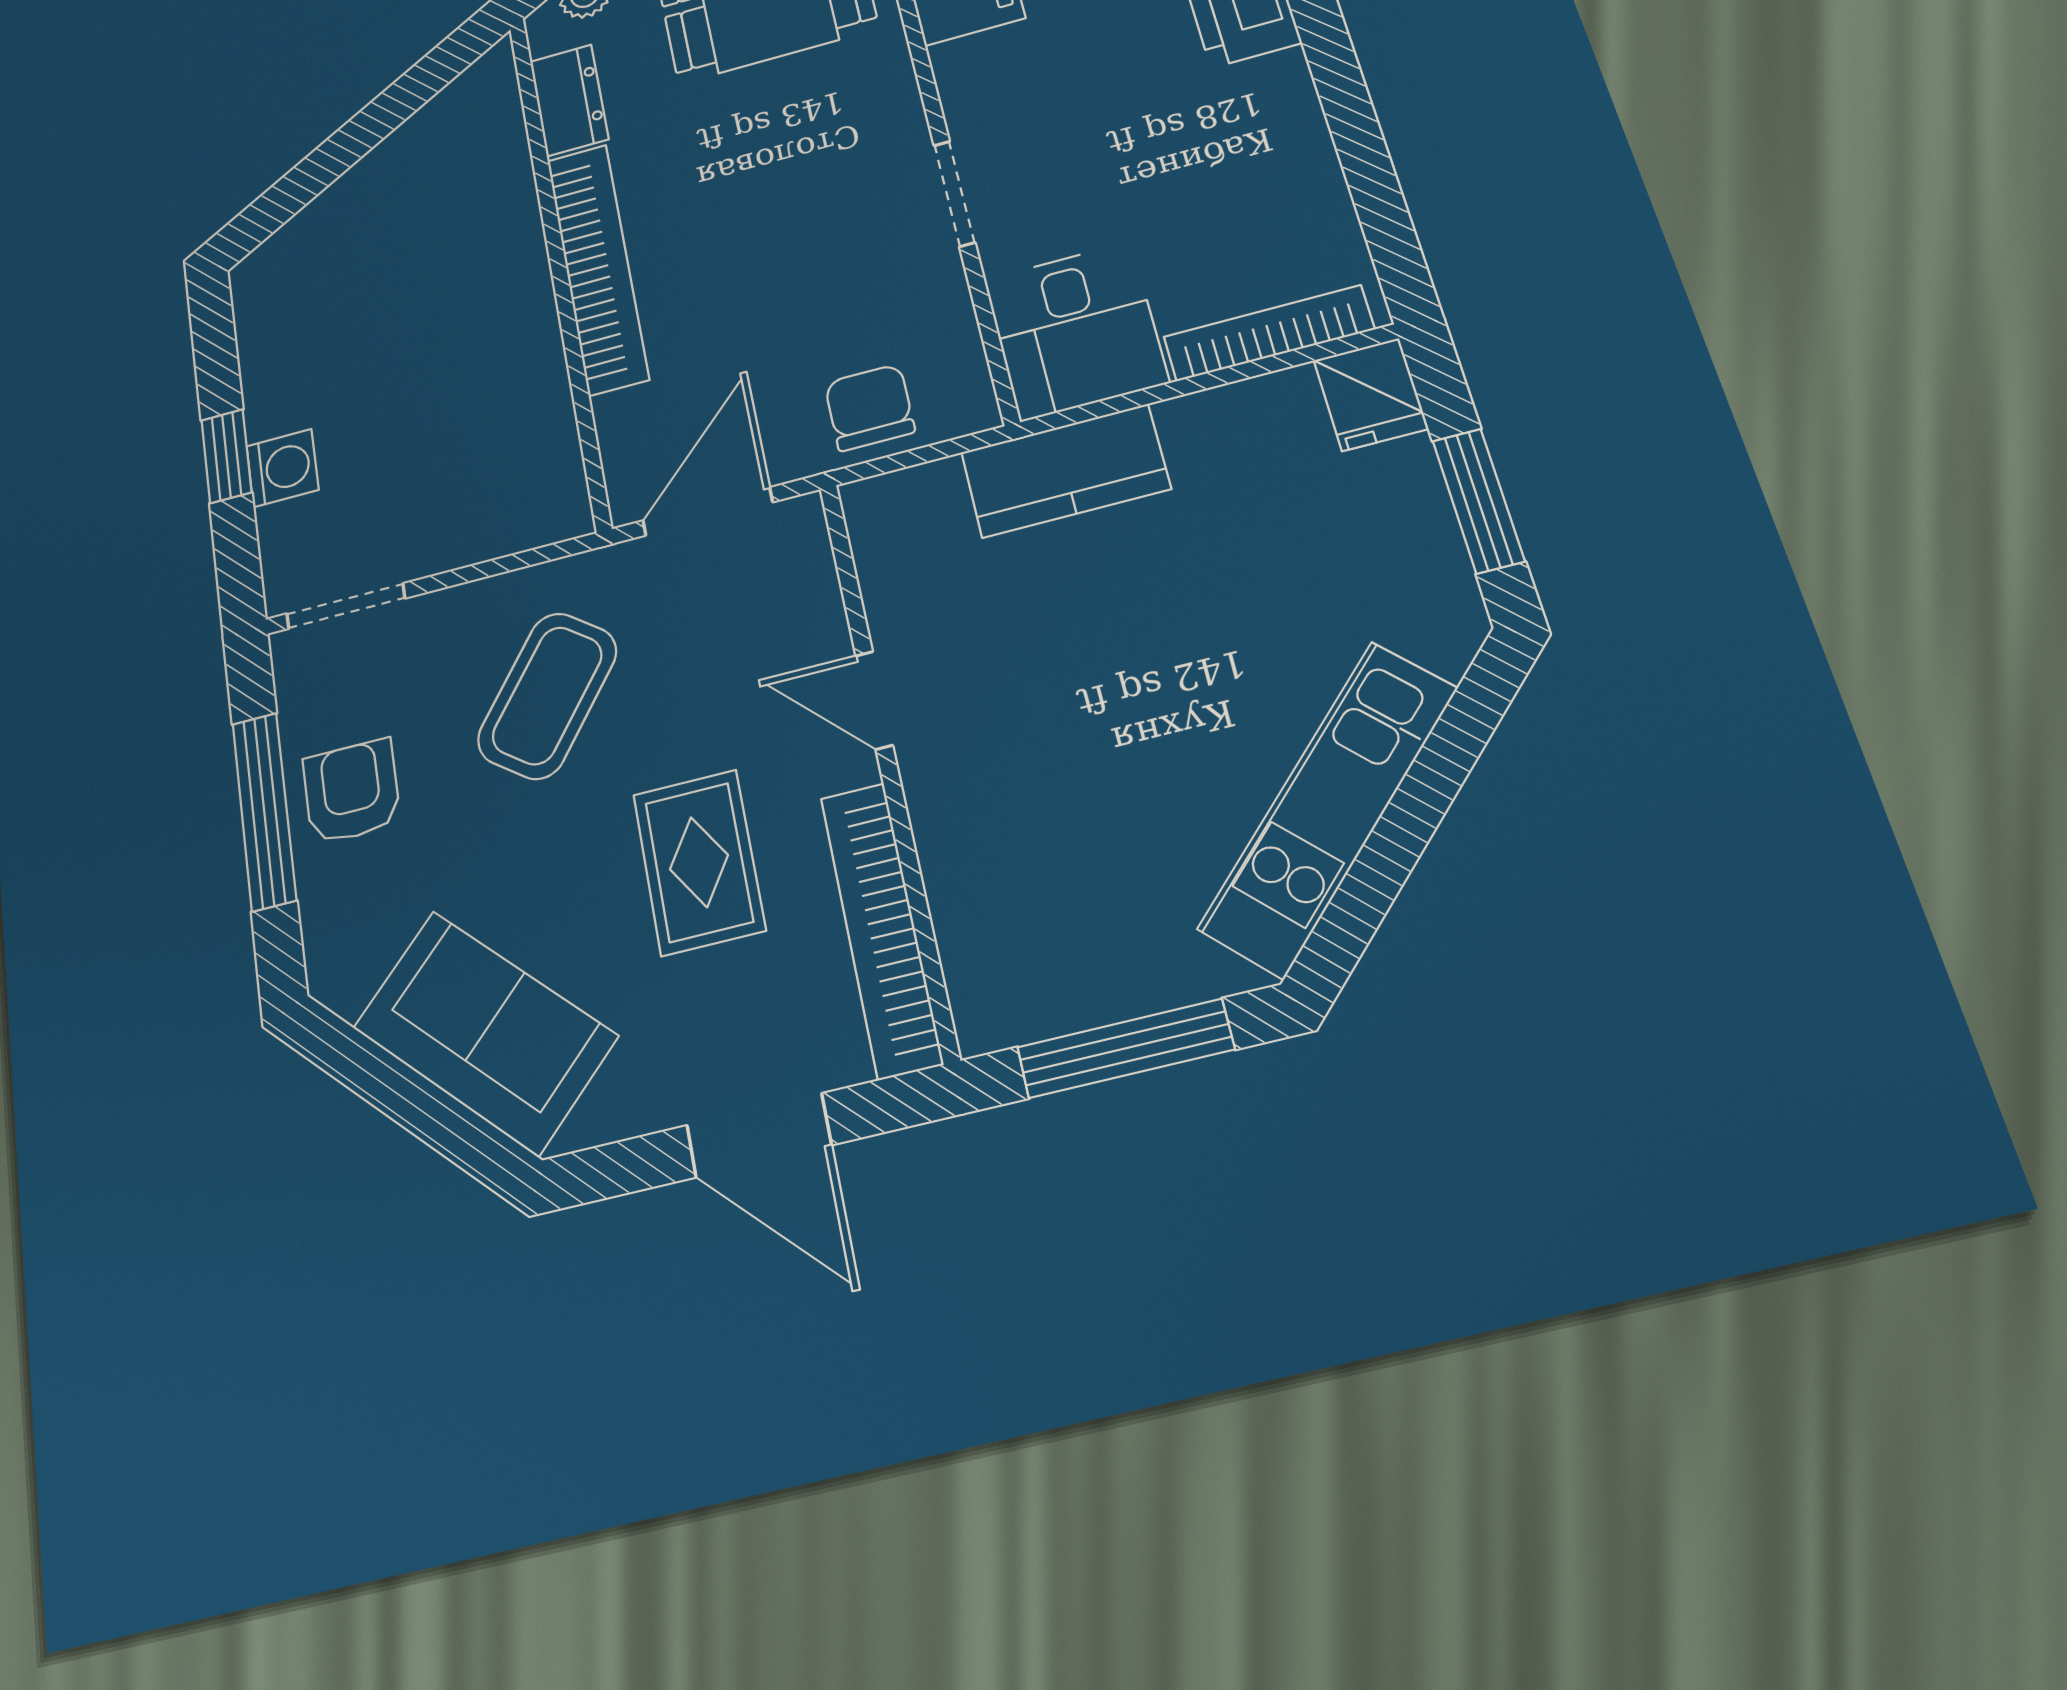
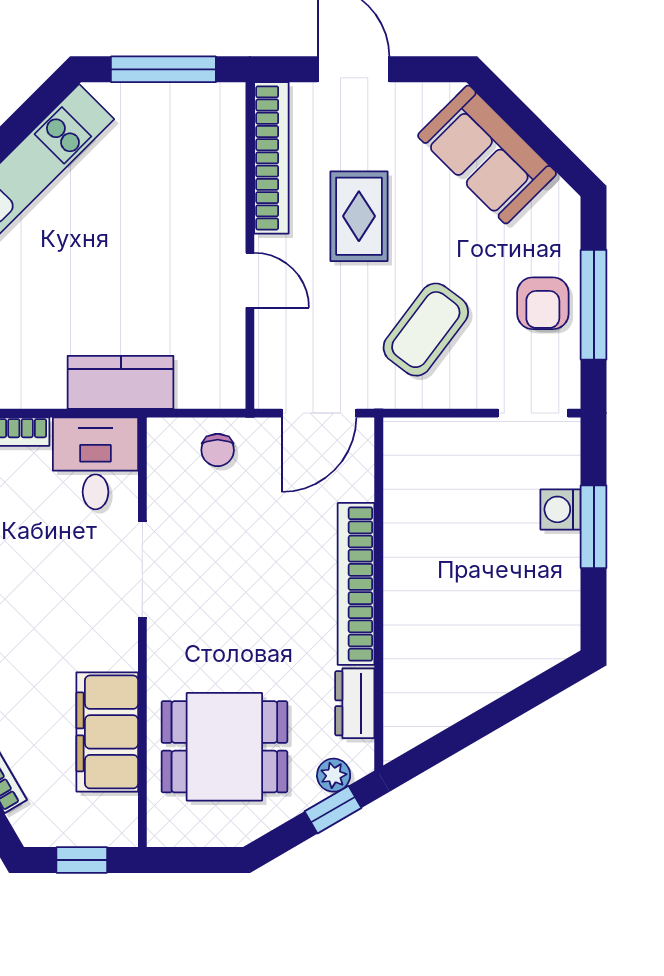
doorway: (954, 194) -> (142, 569), width x1.38
chair: (870, 407) -> (218, 450), width x0.73, depth x0.73
window: (226, 456) -> (594, 527), width x1.50

